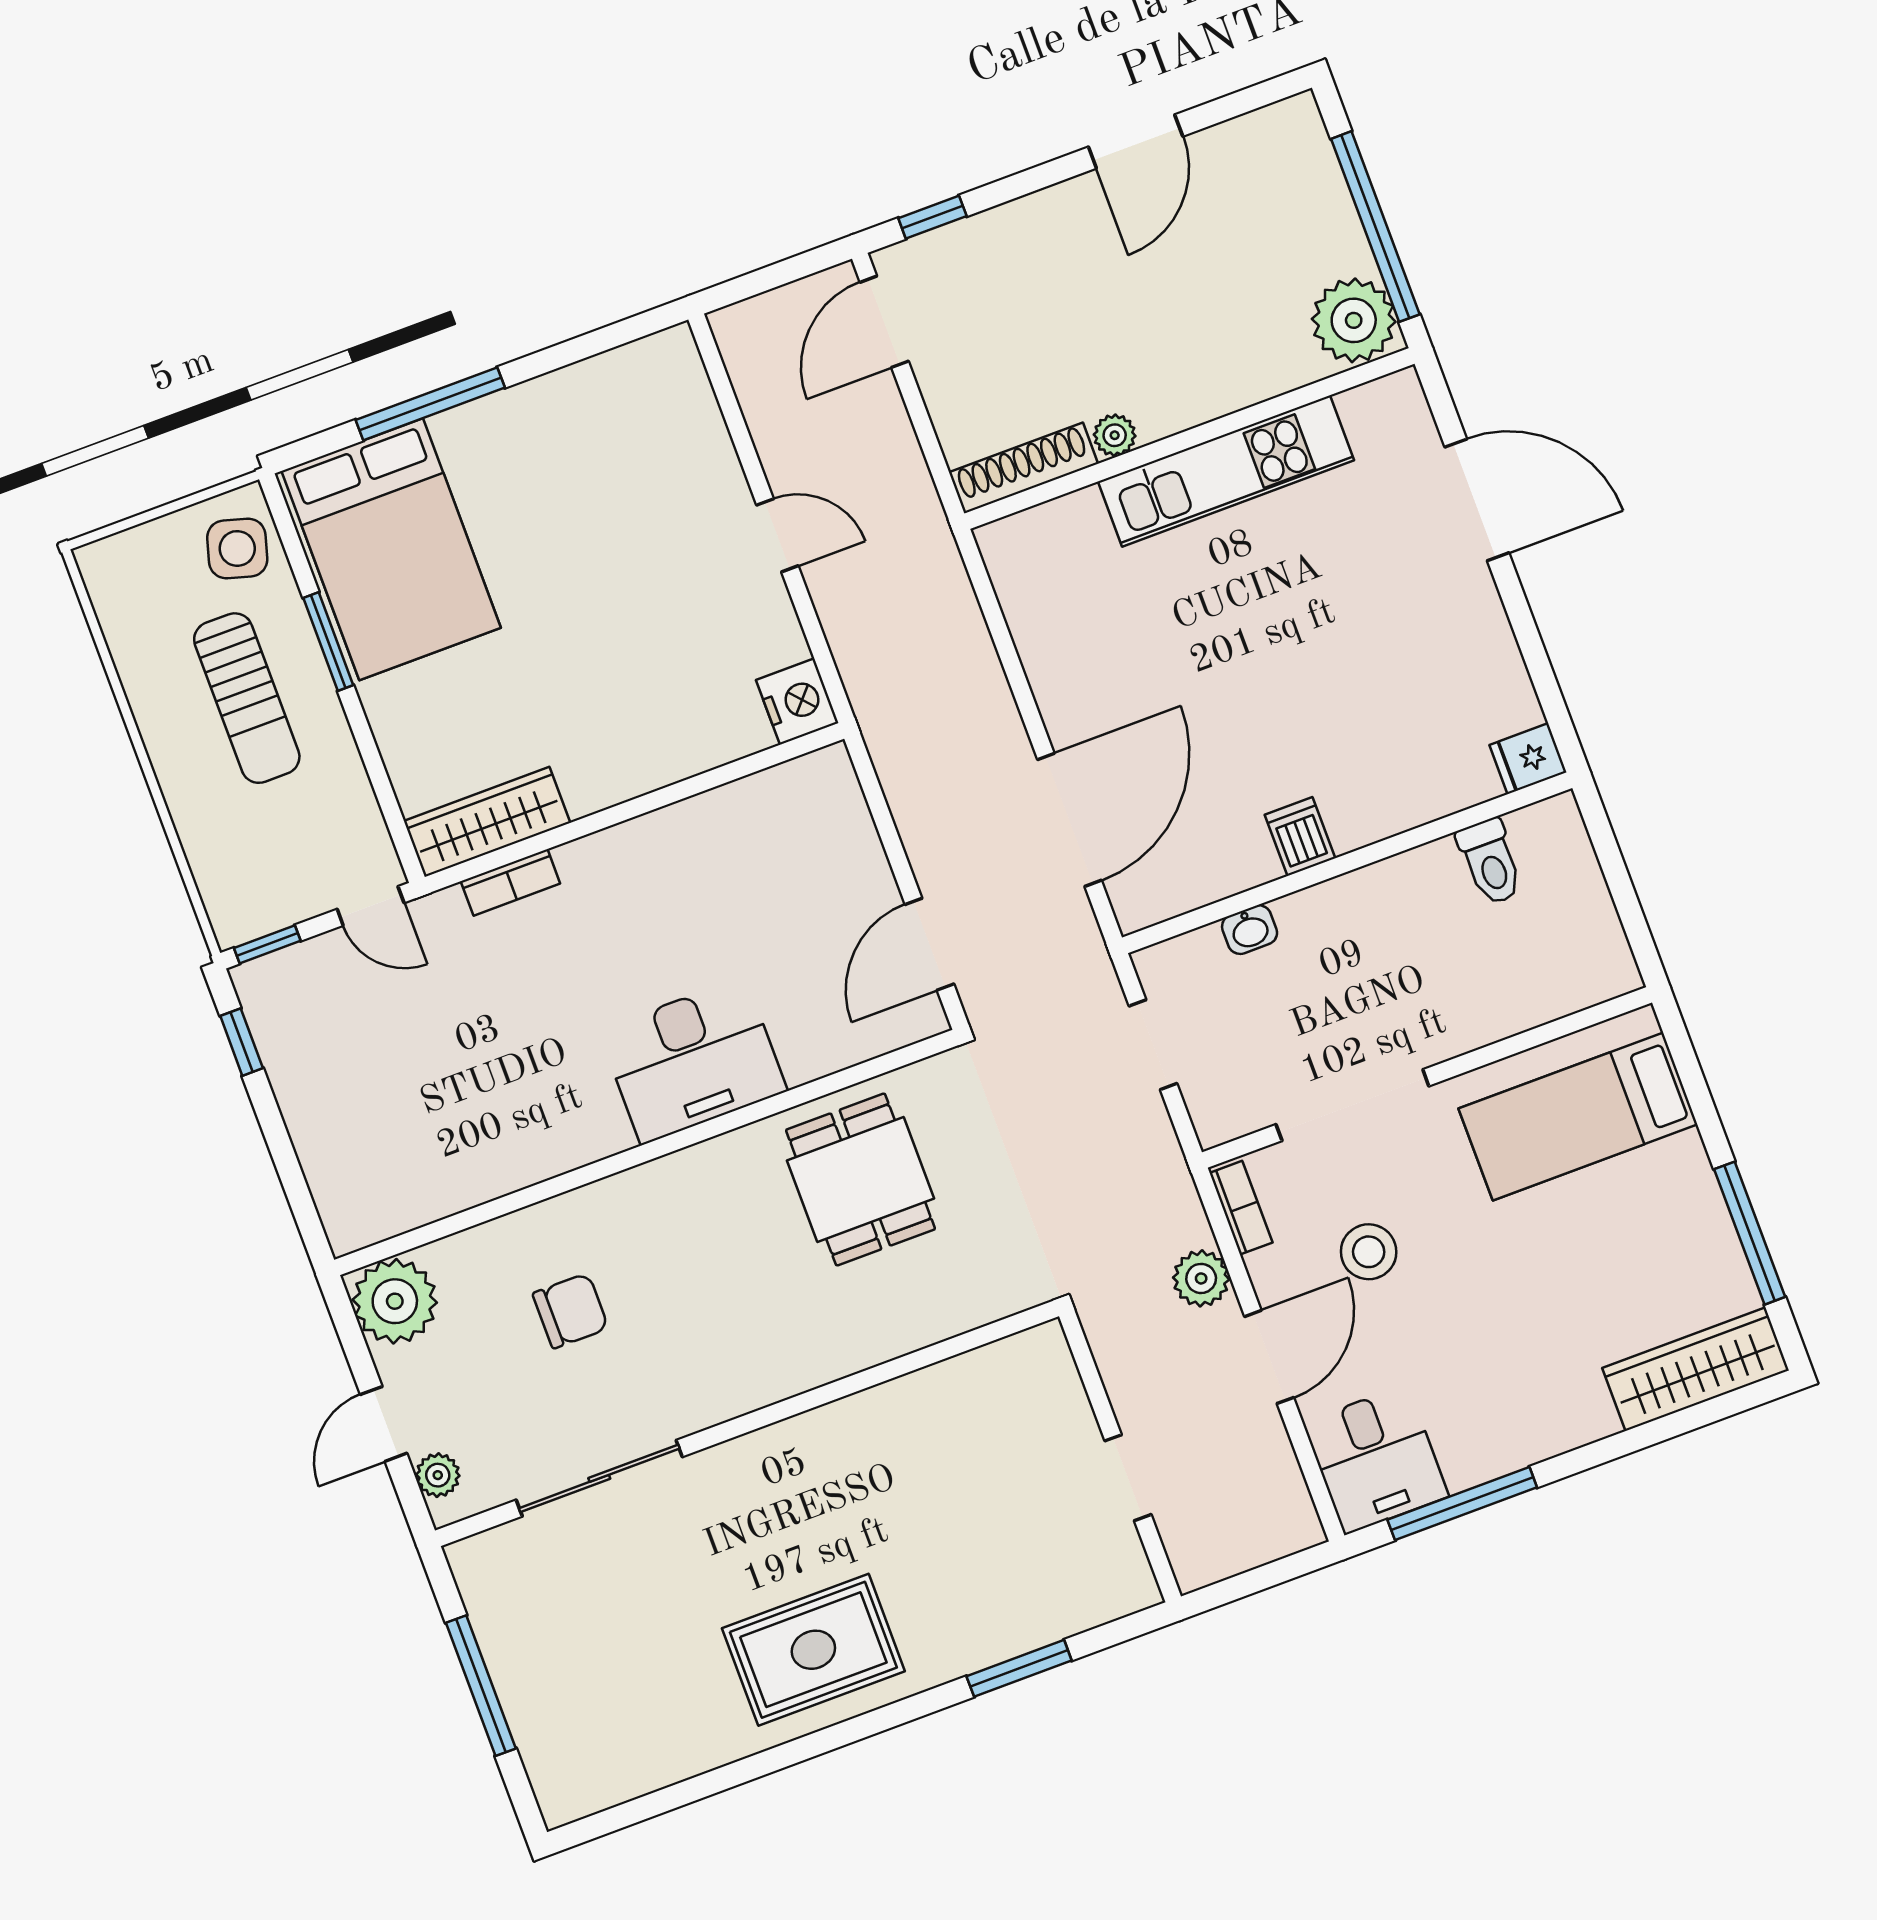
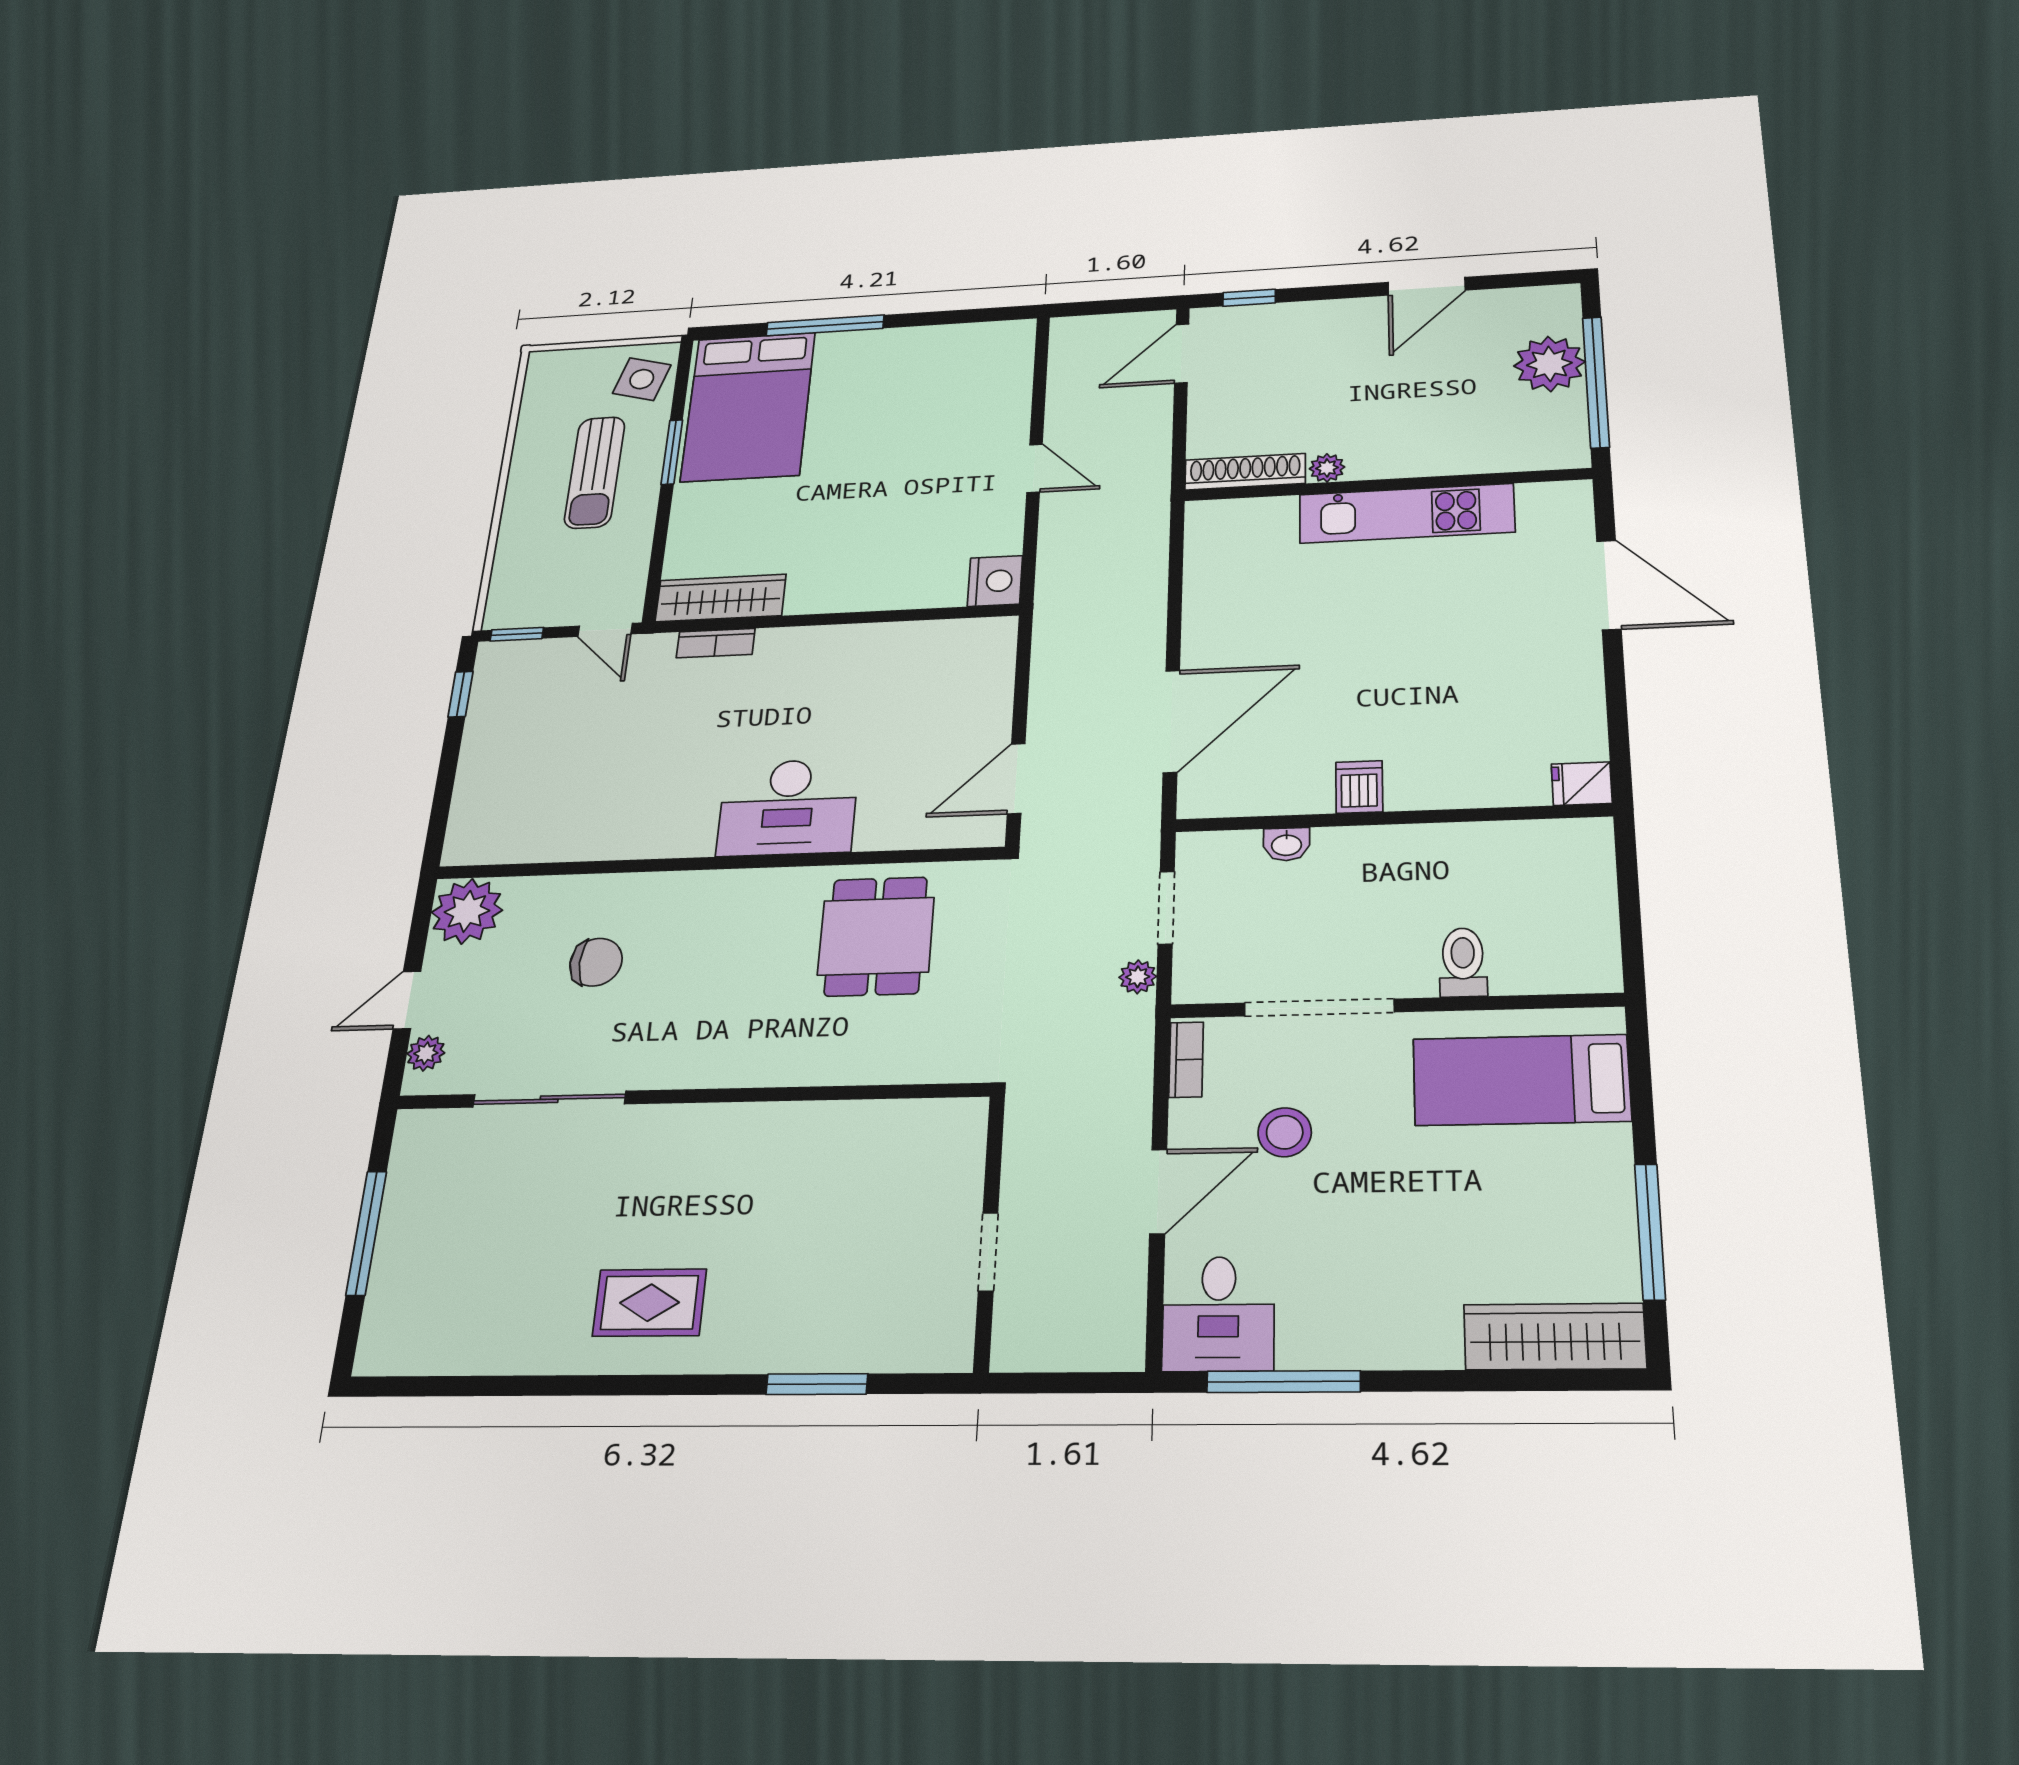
plant: (1354, 320) -> (1549, 364), moved
toilet: (1490, 862) -> (1463, 962), moved, turned 180
plant: (1201, 1278) -> (1138, 977), moved, width x0.73, depth x0.73
rug: (813, 1650) -> (650, 1303), width x0.73, depth x0.70

